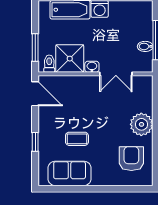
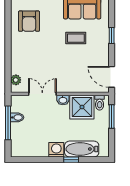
plant: (141, 124) -> (16, 80), moved, width x0.53, depth x0.53

